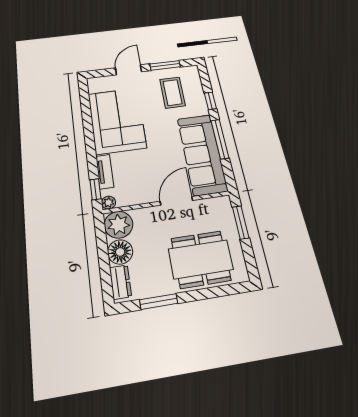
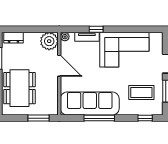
window: (210, 101) -> (145, 118), moved
window: (95, 189) -> (96, 29), moved
door: (176, 201) -> (59, 66), moved
floor lamp: (120, 252) -> (32, 40), removed

